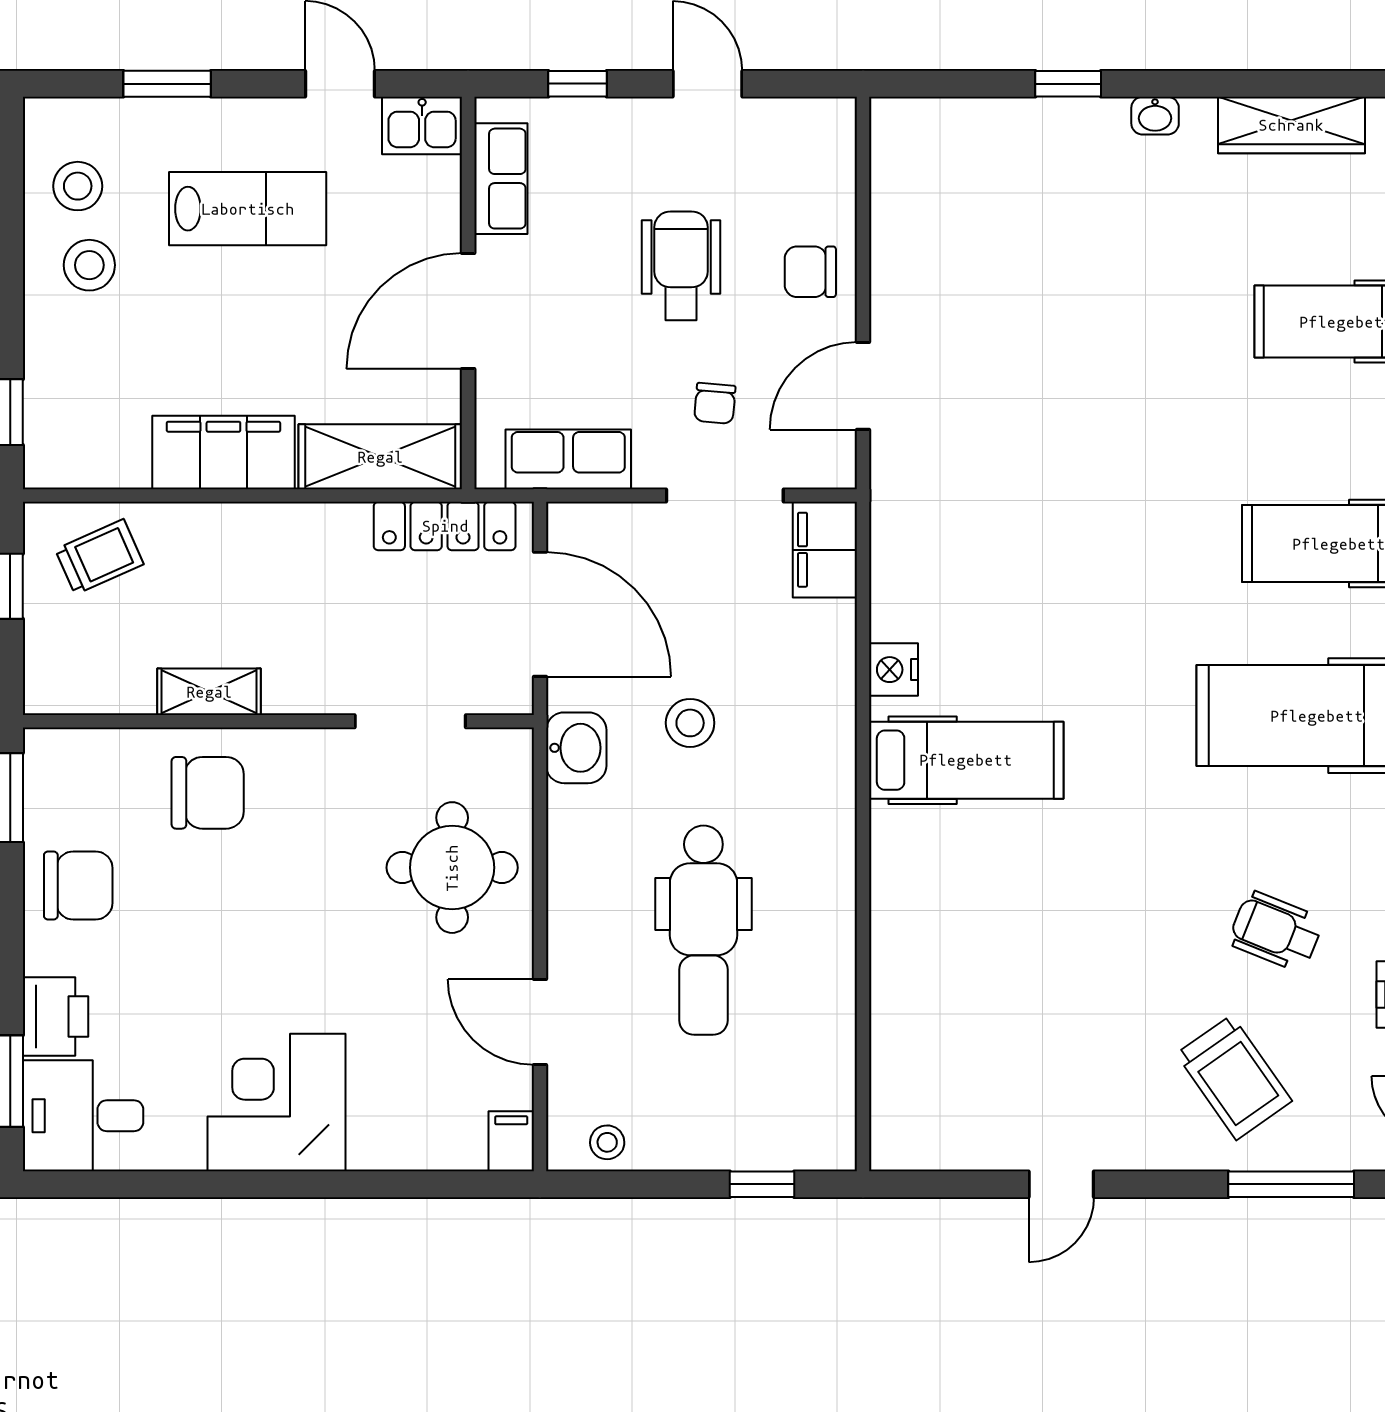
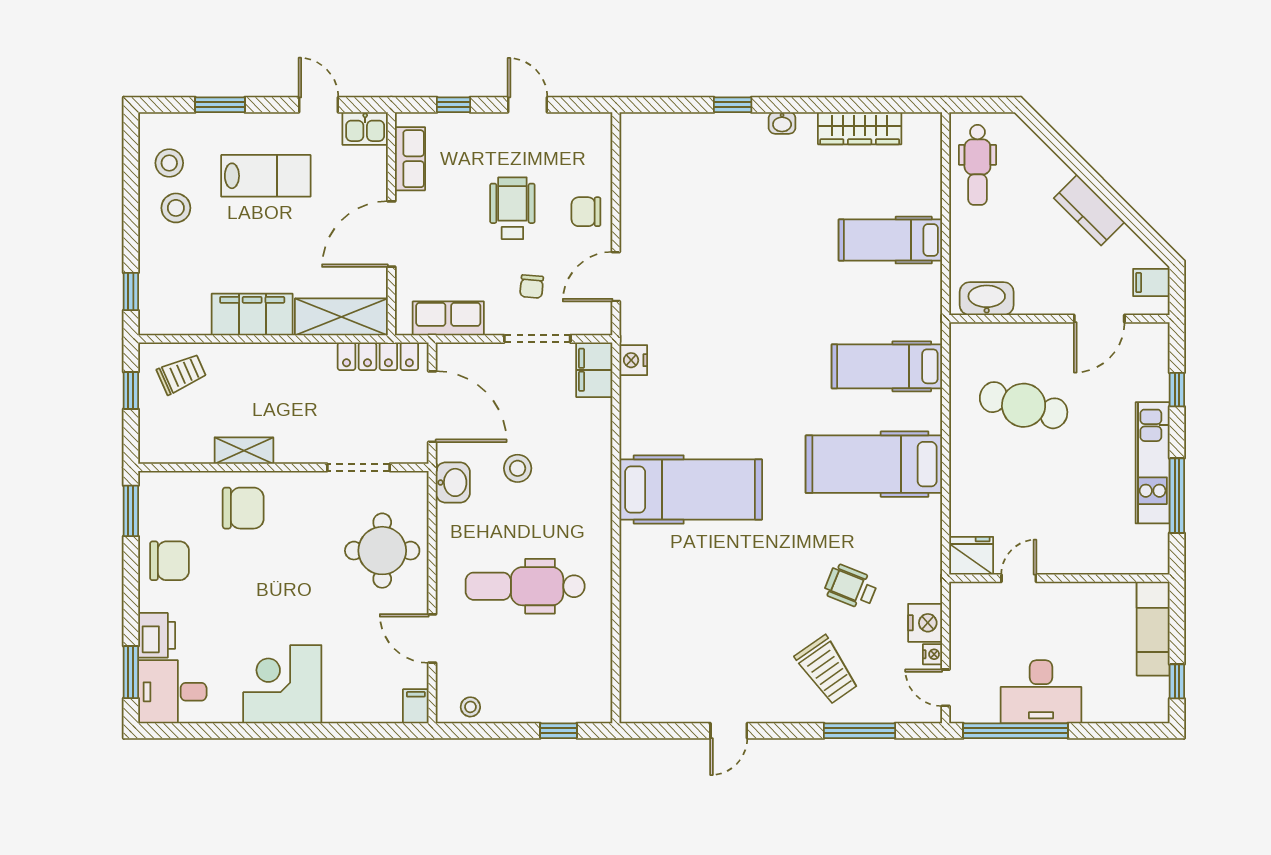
nightstand: (894, 670) -> (633, 360), moved
hospital bed: (966, 760) -> (691, 490), width x1.37, depth x1.29
dental chair: (703, 930) -> (525, 586), turned 90

